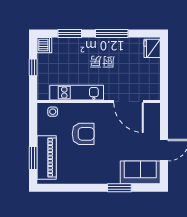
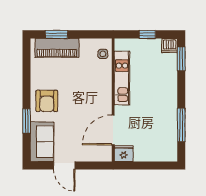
window: (70, 33) -> (181, 59), moved
window: (112, 33) -> (181, 125), moved
fridge: (152, 48) -> (124, 154), moved
armchair: (83, 134) -> (47, 101), moved

